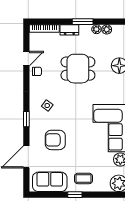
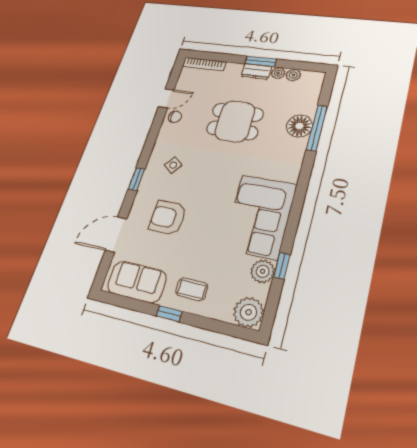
dresser: (69, 30) -> (256, 72), moved

